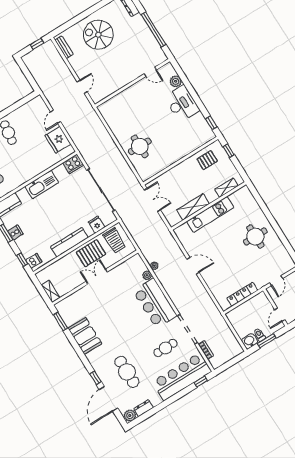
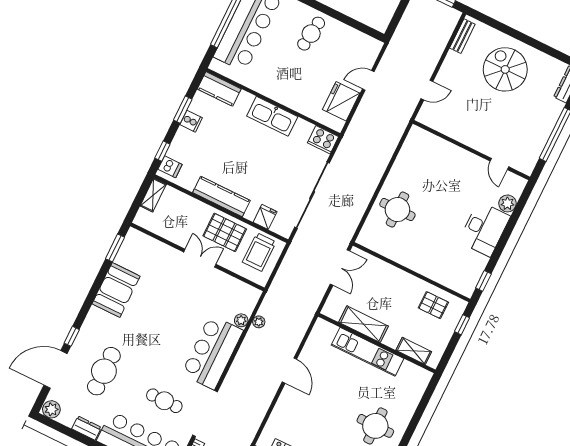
shelving: (51, 291) -> (153, 195), moved
dresser: (144, 408) -> (87, 428), moved

